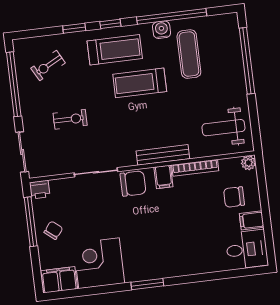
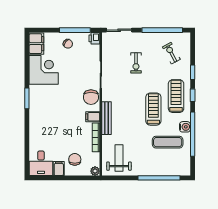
treadmill: (115, 50) -> (176, 96), turned 180

